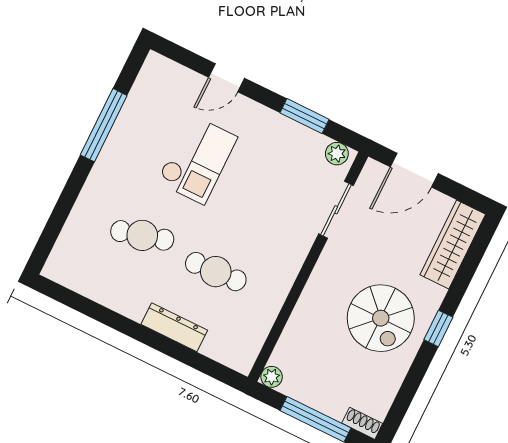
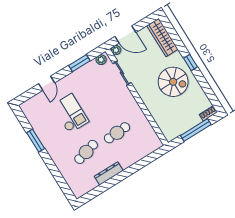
window: (104, 125) -> (36, 141), width x0.69
door: (414, 170) -> (125, 34), hinge flipped
dresser: (174, 327) -> (109, 173), moved
plant: (272, 377) -> (116, 50), moved

